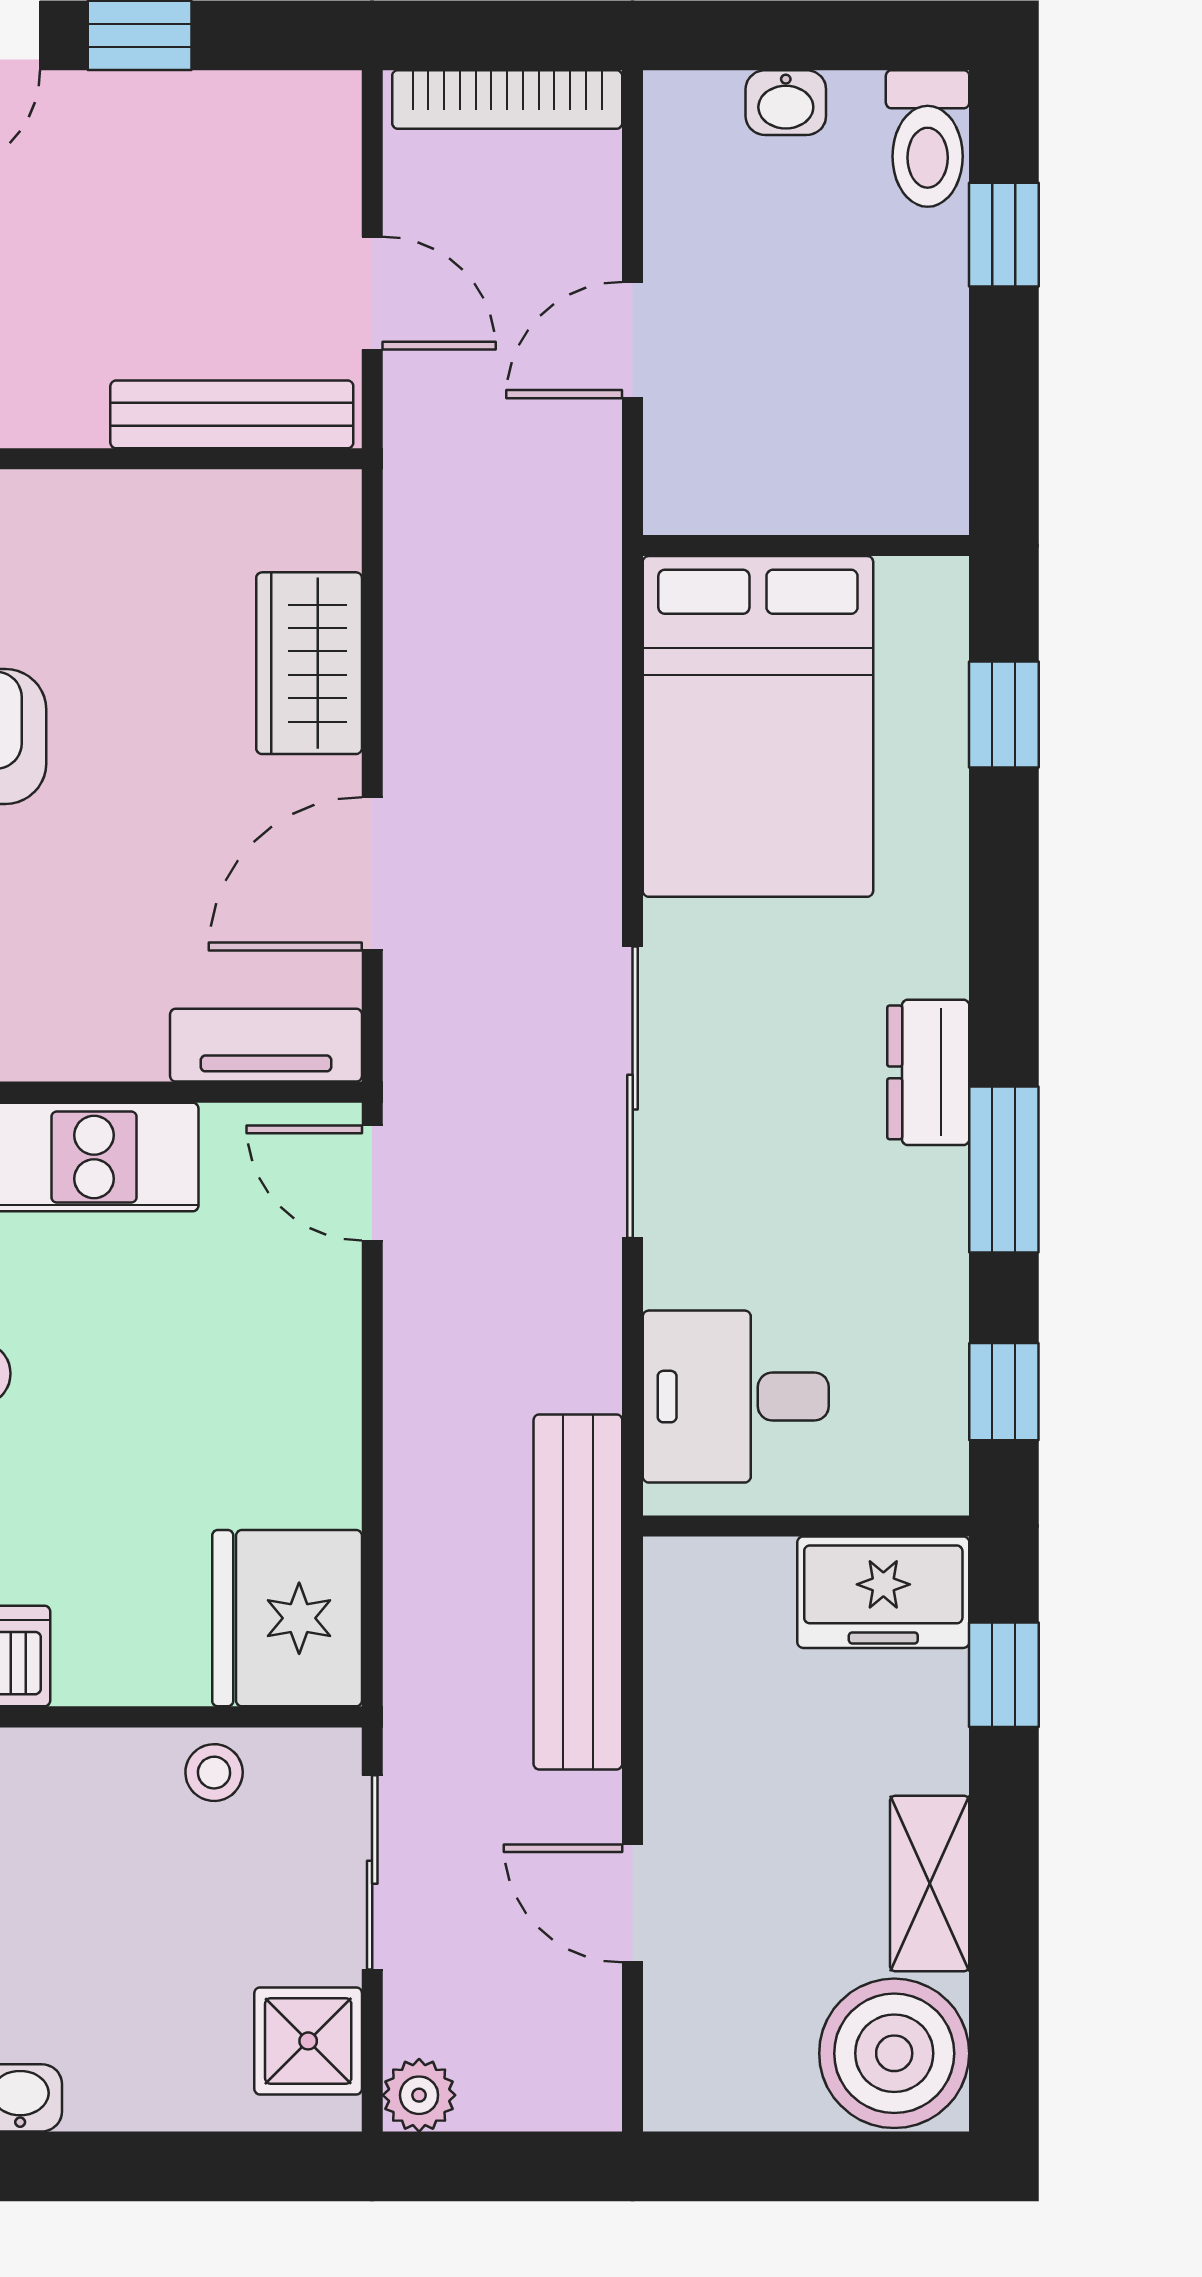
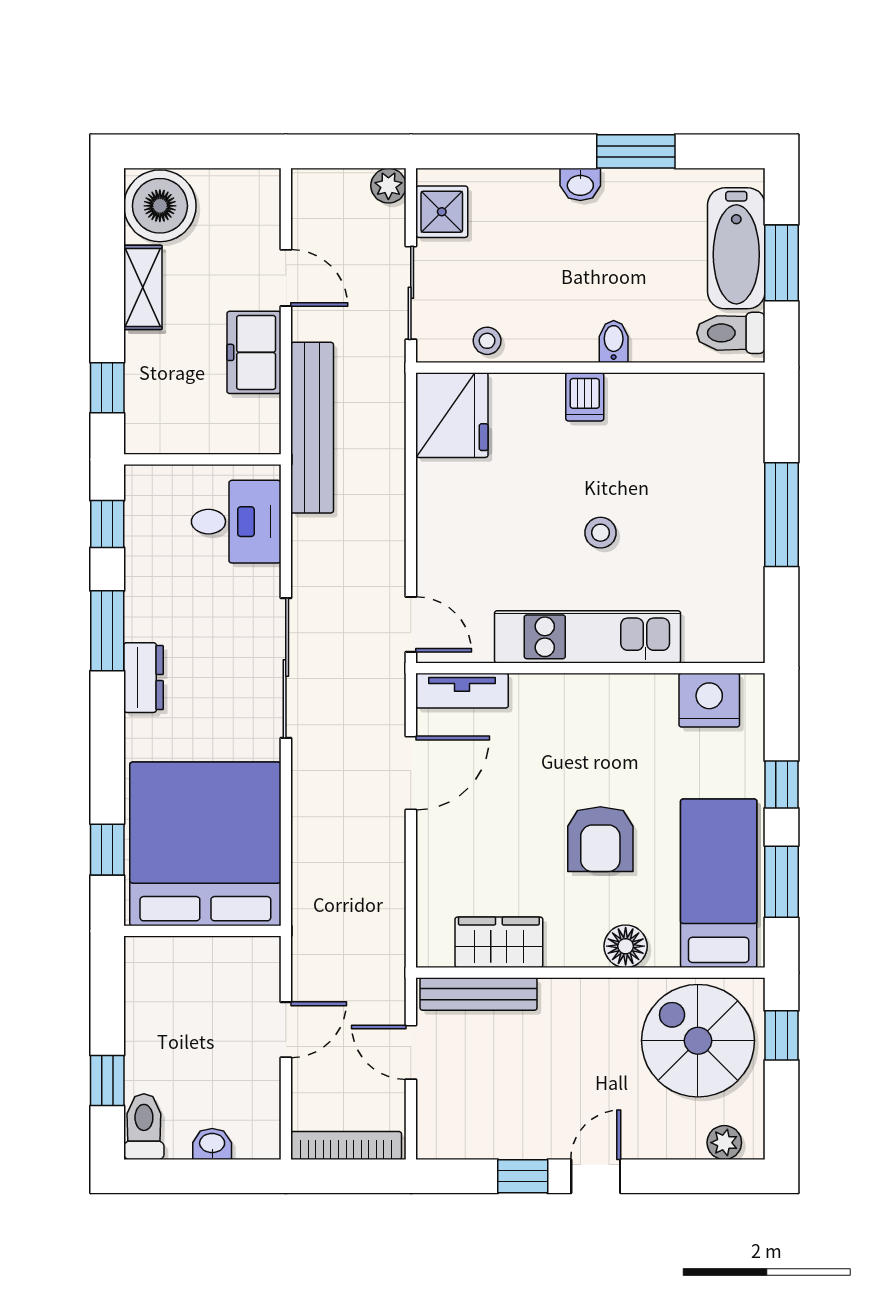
wardrobe: (309, 663) -> (499, 942), moved, turned -90
bed: (758, 726) -> (205, 844), width x1.36
freezer: (883, 1592) -> (254, 352), moved, turned -90

